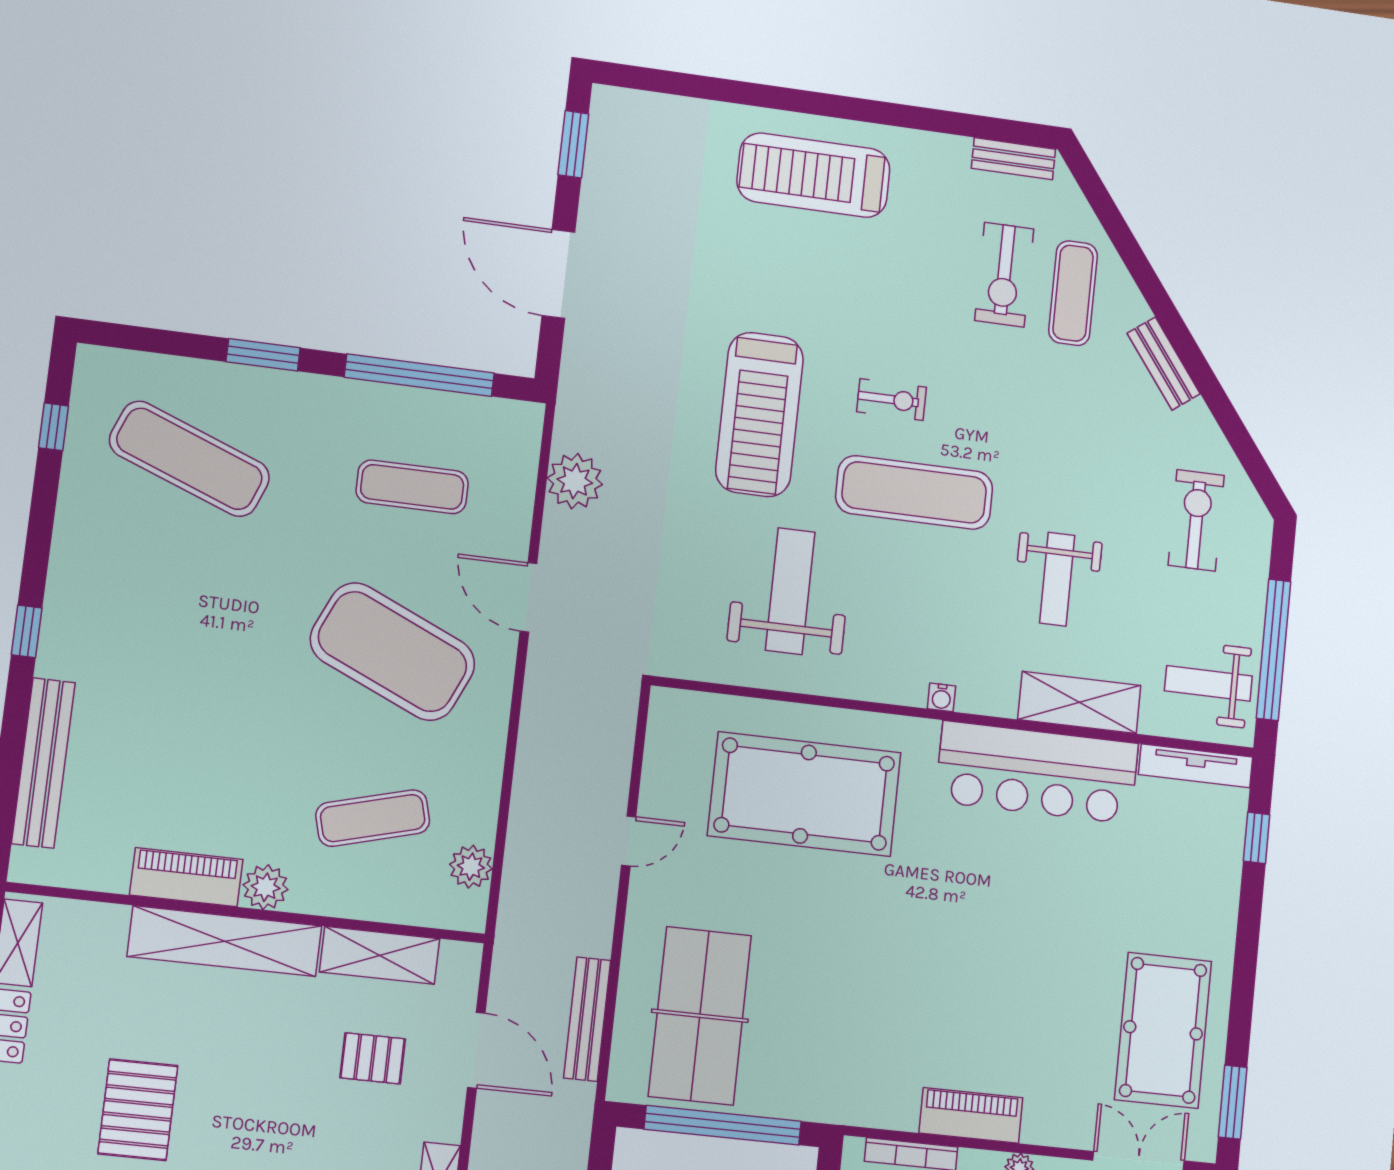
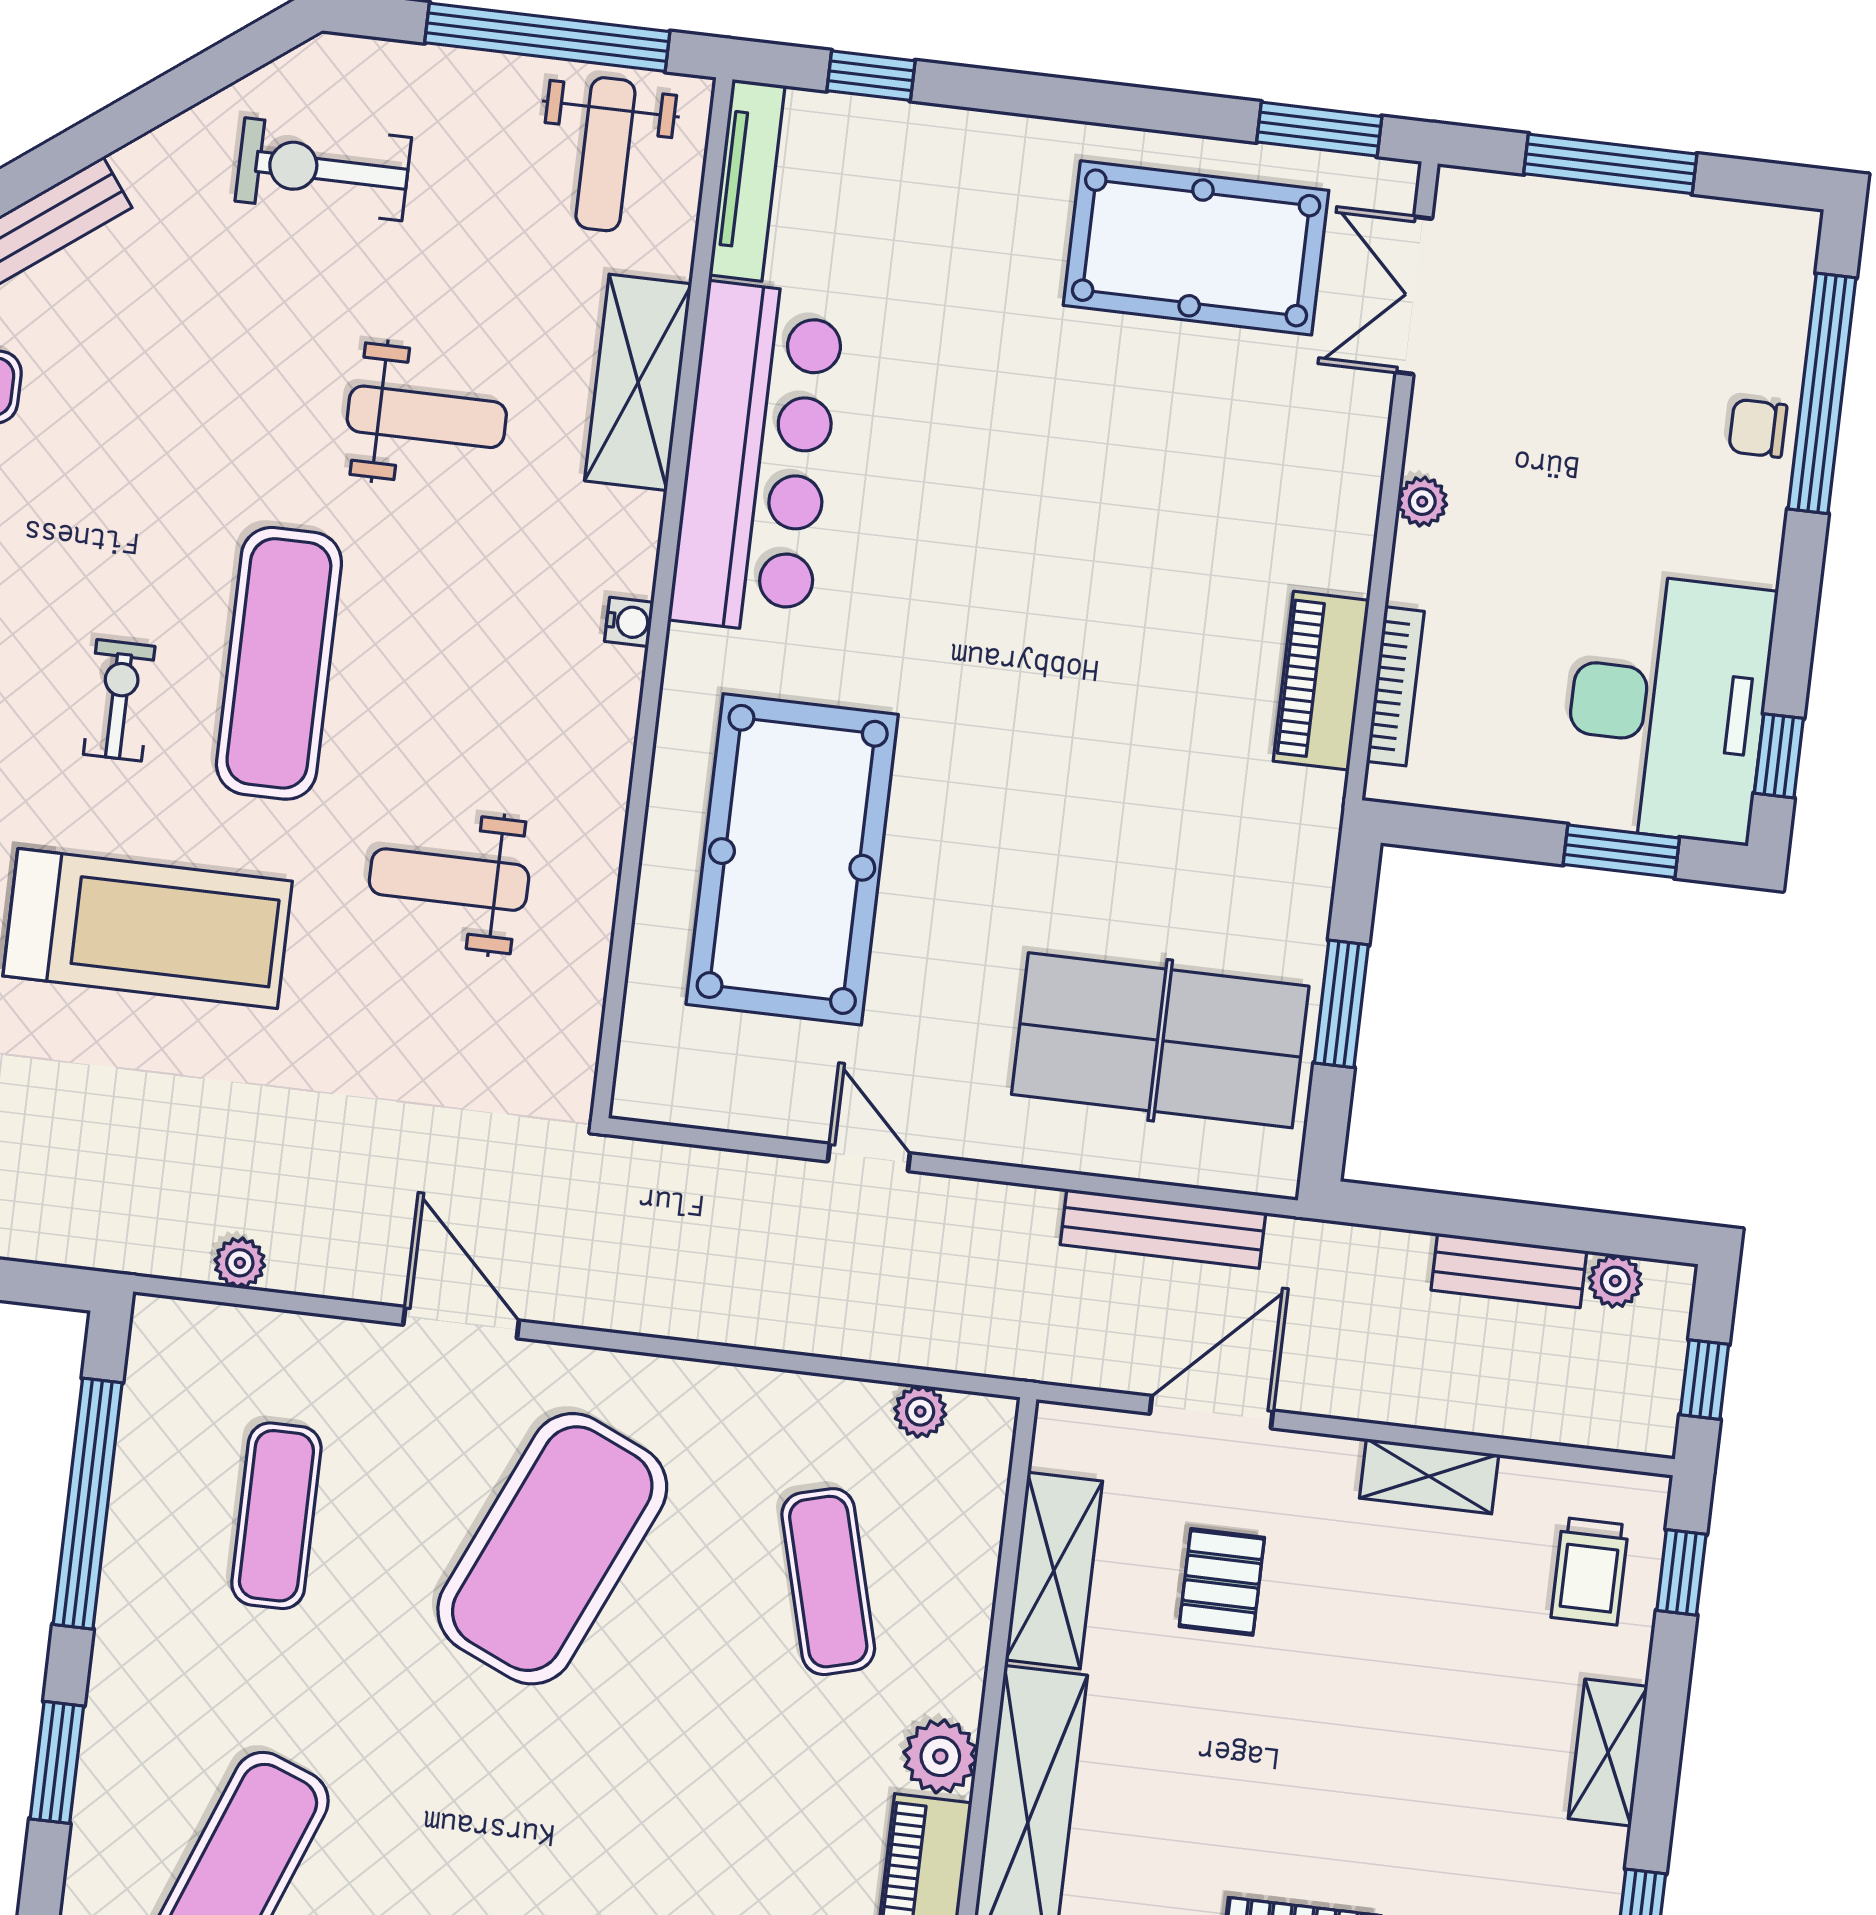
plant: (575, 481) -> (240, 1263), width x0.53, depth x0.53
weight bench: (790, 591) -> (449, 880), width x0.73, depth x0.75
door: (528, 597) -> (461, 1323), swing flipped
plant: (471, 867) -> (920, 1412), width x0.73, depth x0.73
piano: (971, 1115) -> (1321, 681), moved
window: (723, 1125) -> (1341, 1004), width x0.47

